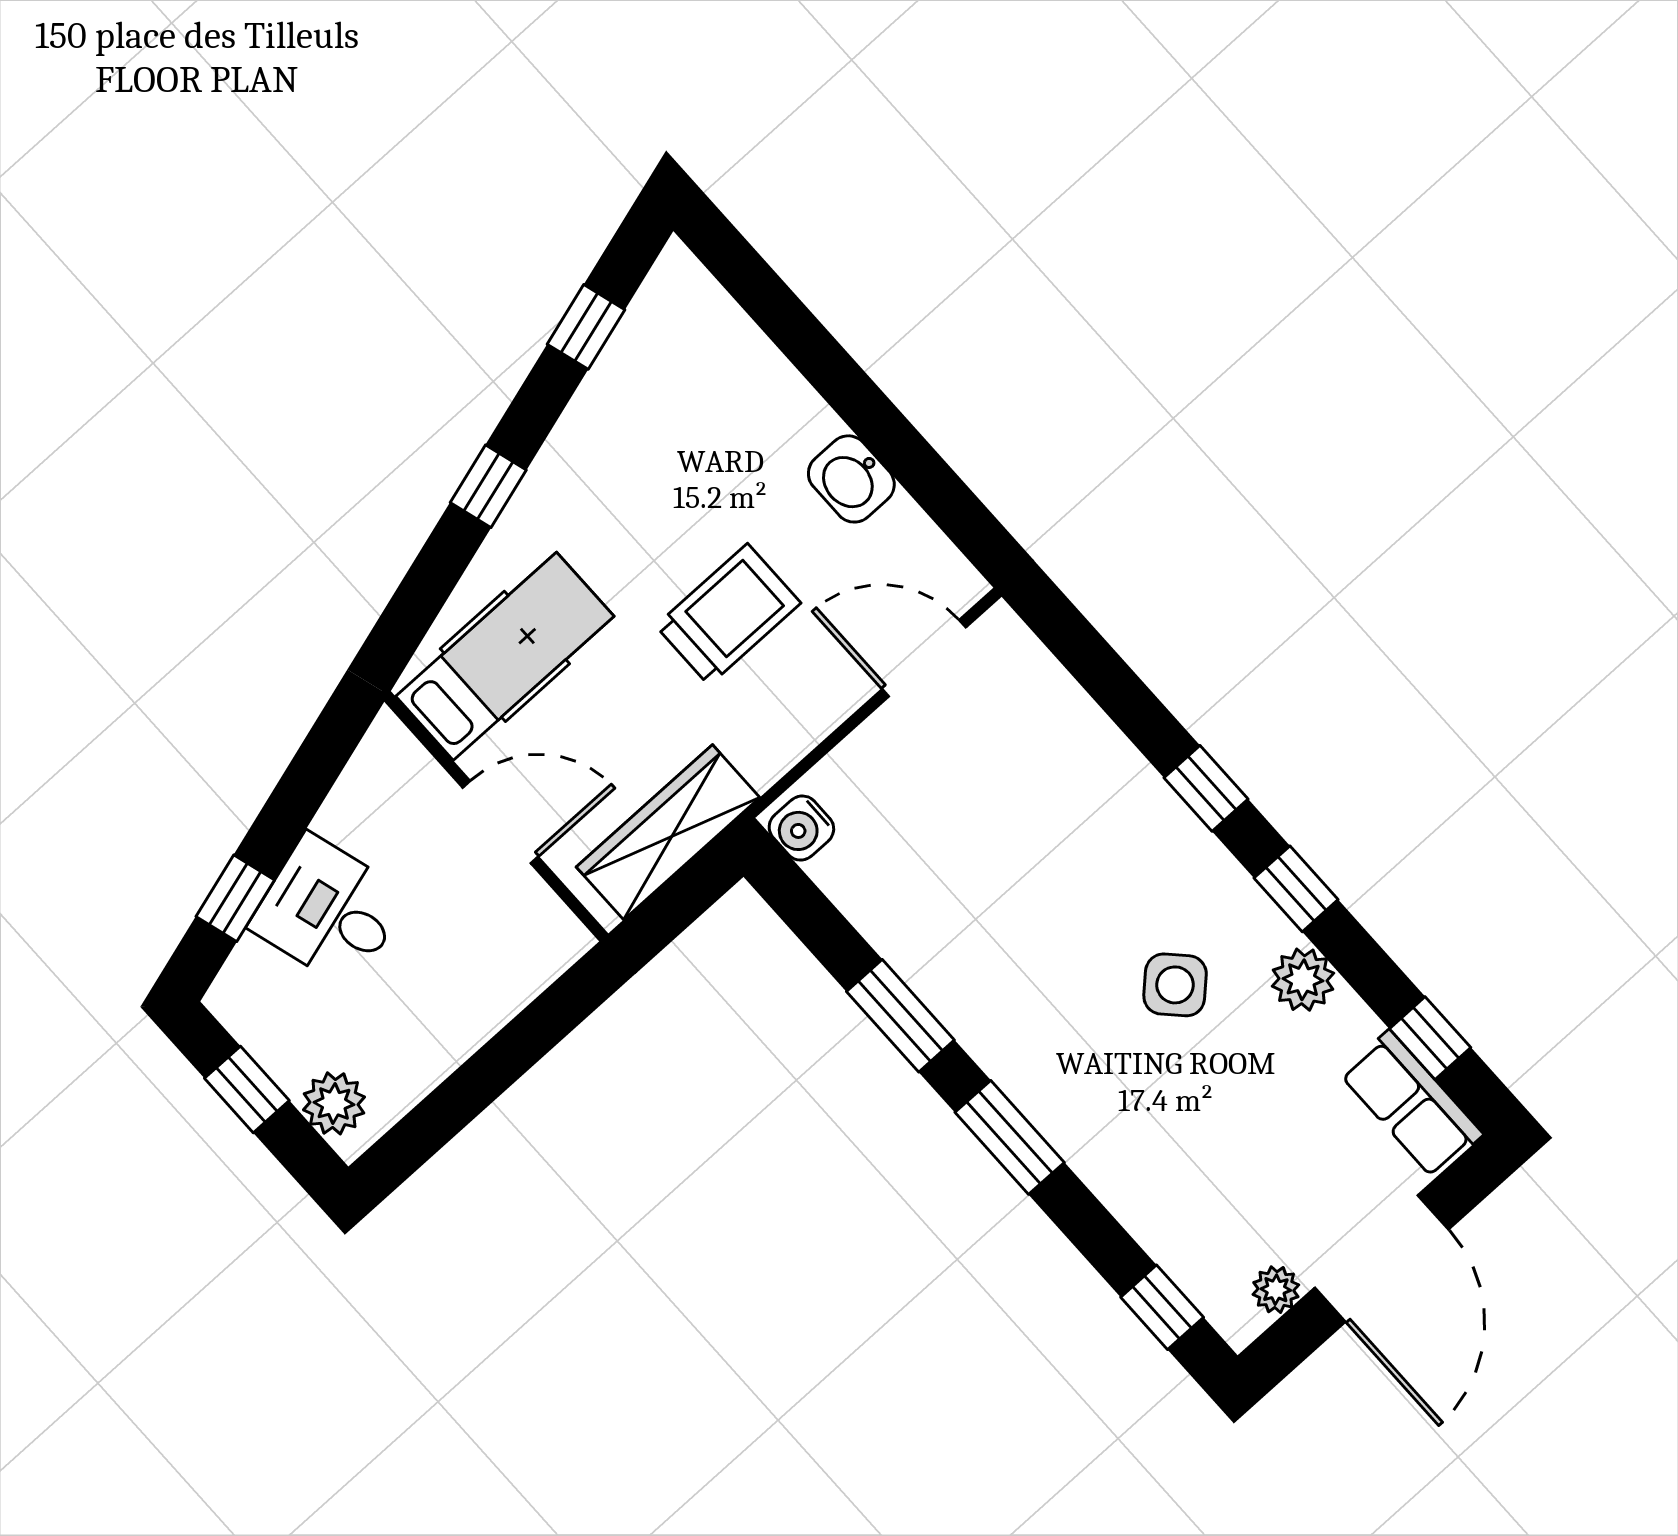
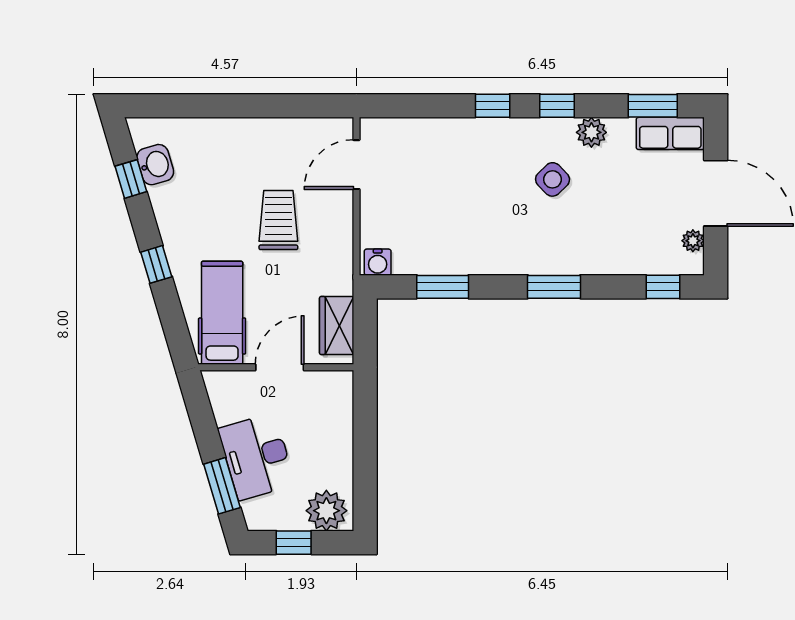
washbasin: (851, 479) -> (155, 165), moved, turned -107
wardrobe: (668, 832) -> (337, 325), width x0.67
window: (235, 898) -> (222, 486), width x1.50
desk: (329, 911) -> (257, 457), width x1.37
window: (900, 1016) -> (443, 287), moved
window: (1430, 1038) -> (653, 106), width x1.50
plant: (334, 1103) -> (326, 511), width x1.36, depth x1.36

